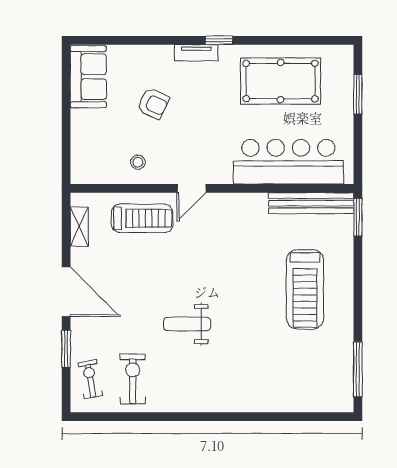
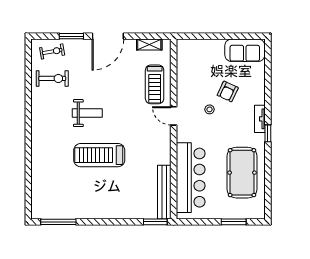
stool: (138, 162) -> (210, 109), moved
treadmill: (305, 289) -> (99, 155), moved
weight bench: (187, 324) -> (87, 113), turned 90

